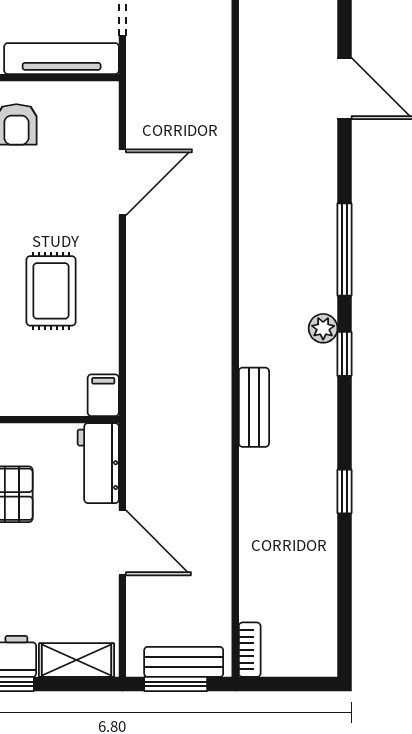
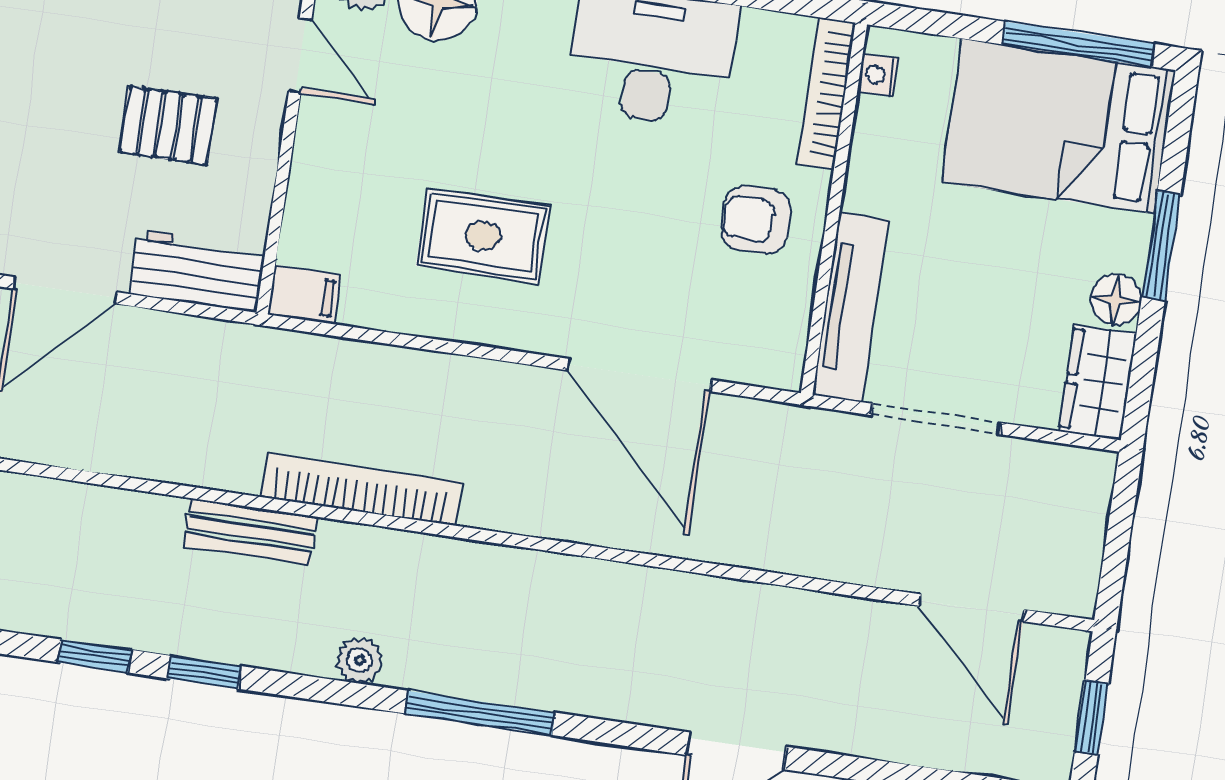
door: (122, 182) -> (639, 375), width x1.36
bookcase: (218, 343) -> (361, 489), added
window: (345, 354) -> (204, 672), moved

